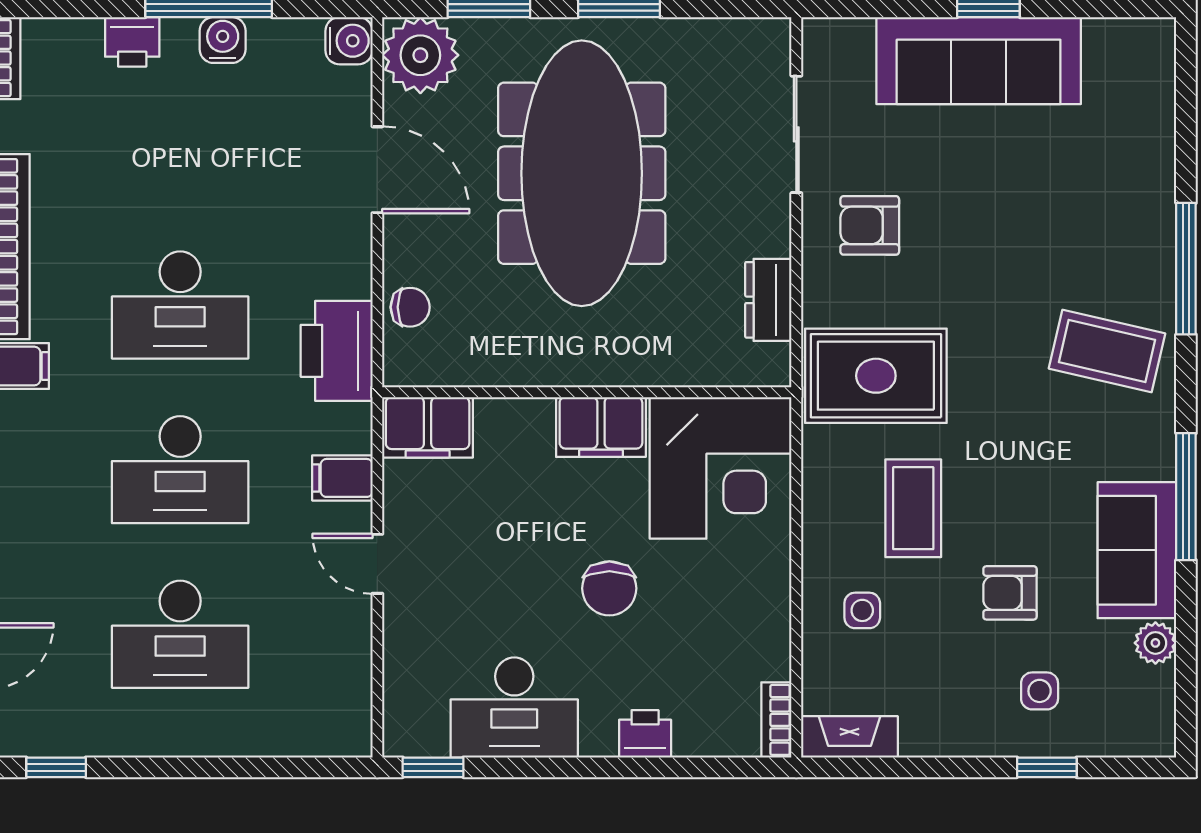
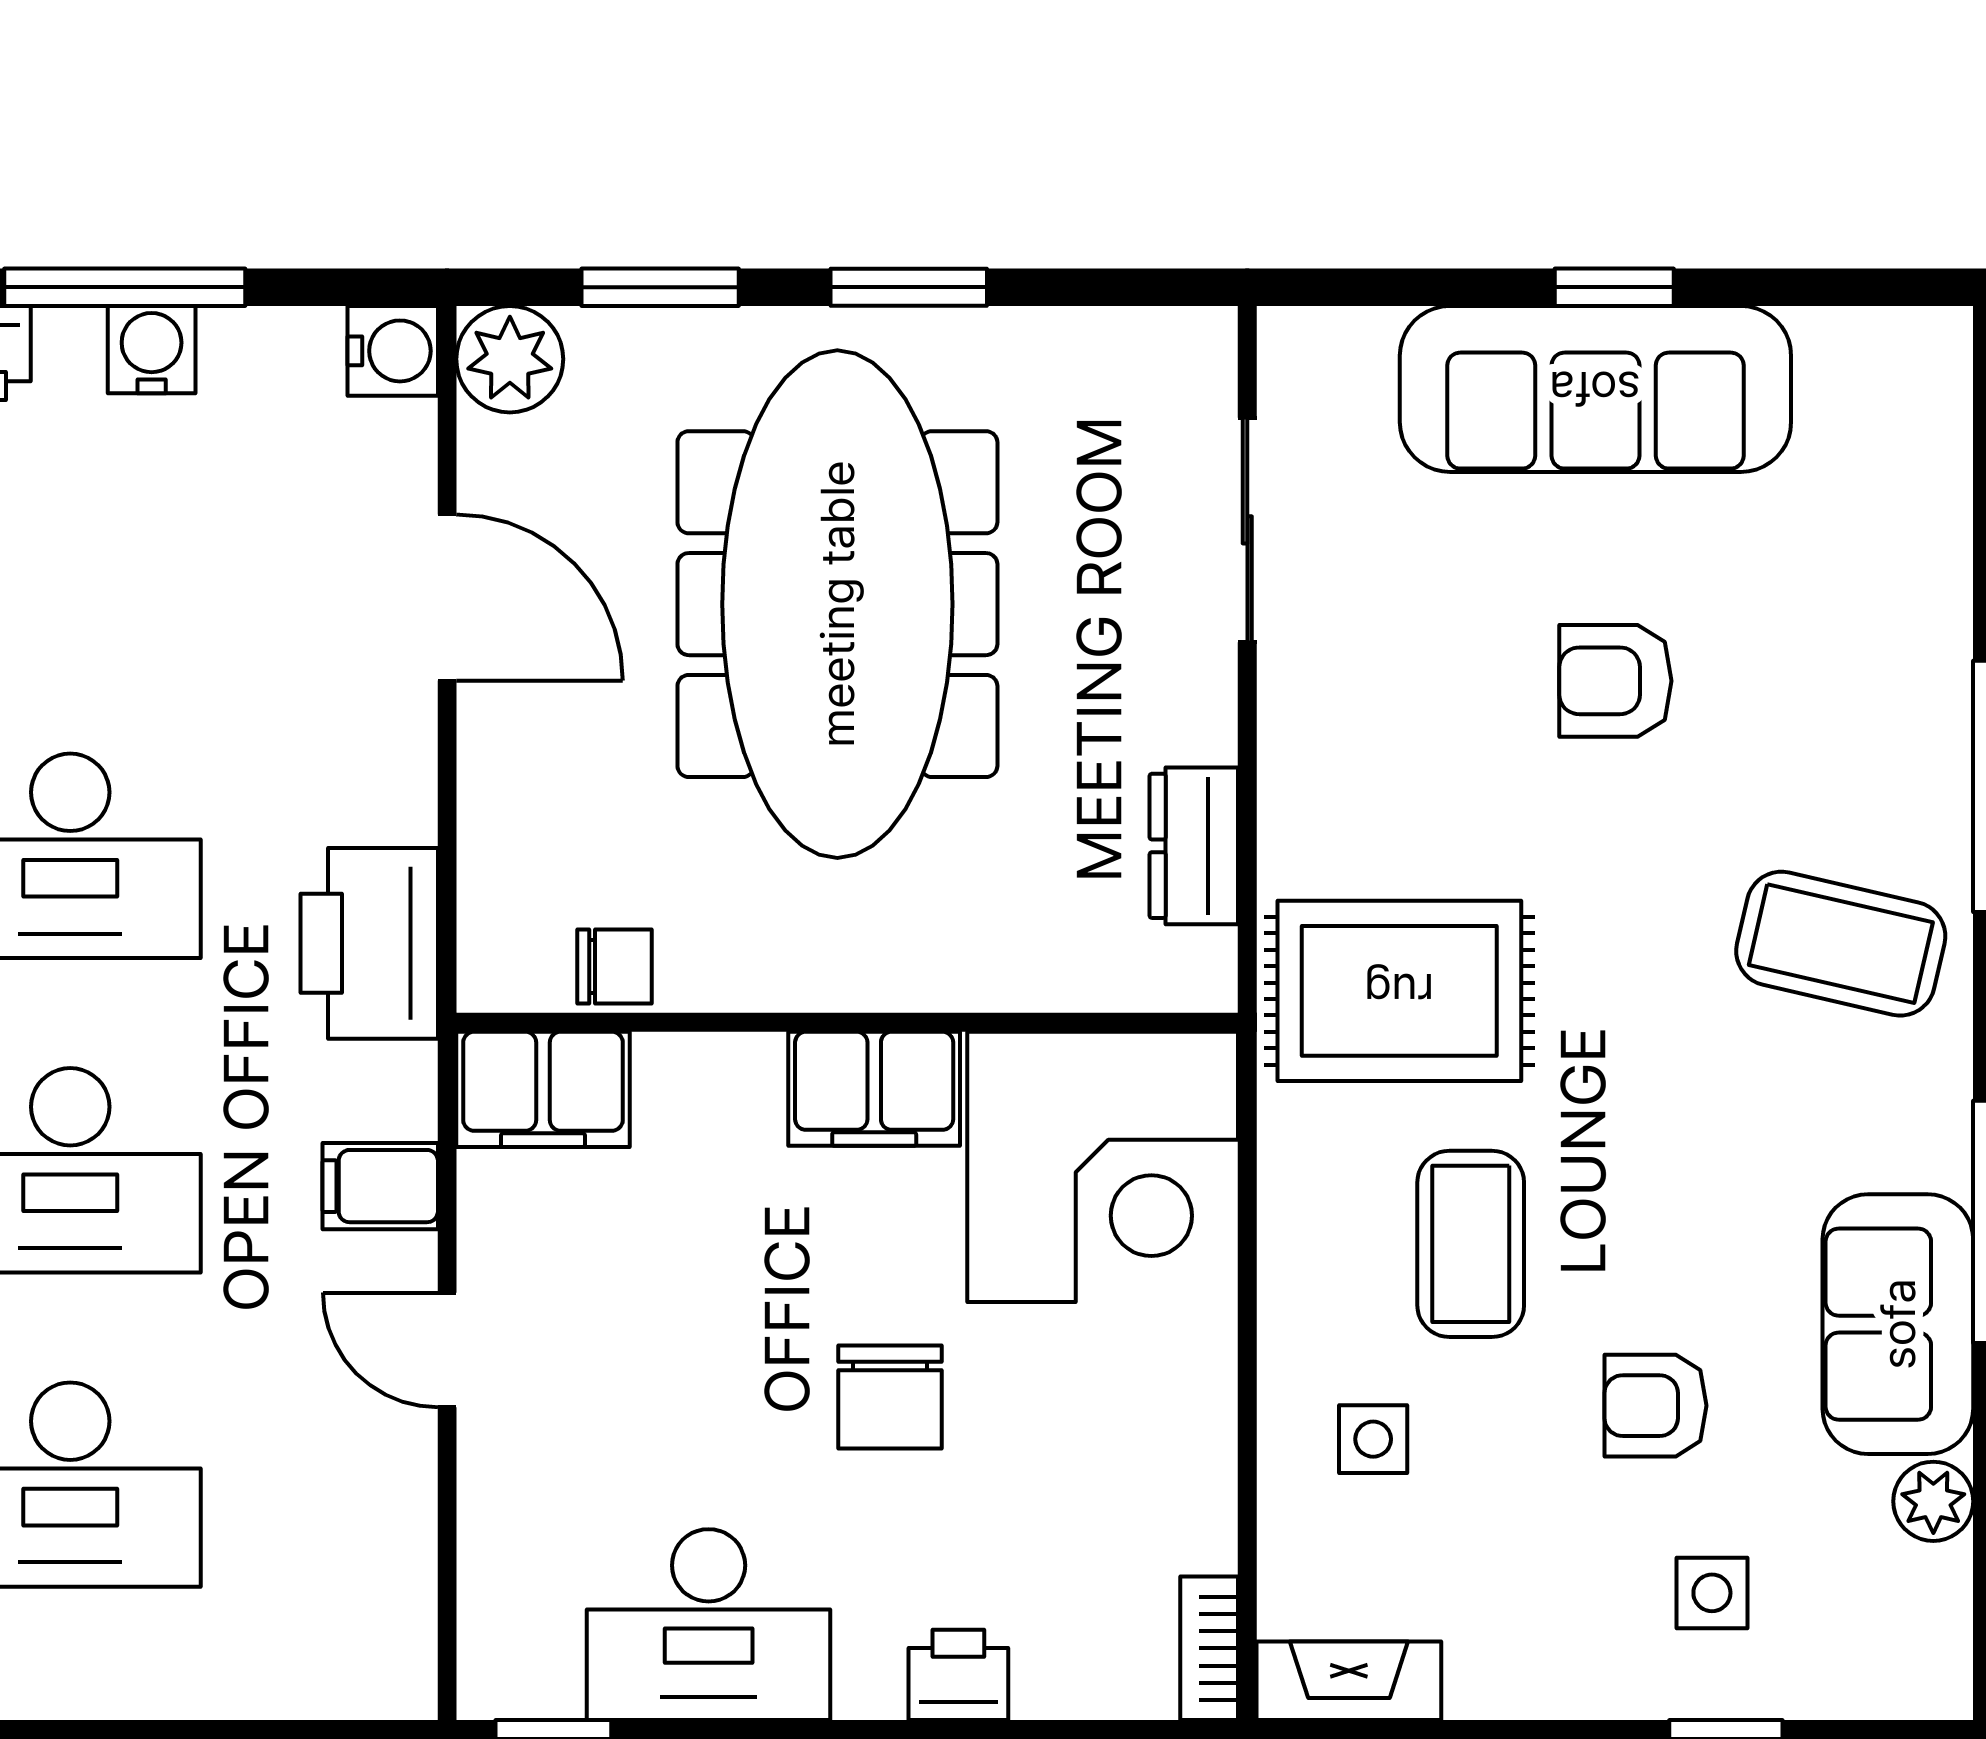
plant: (420, 55) -> (510, 359), width x0.73, depth x0.73
armchair: (870, 225) -> (1615, 681), moved
chair: (410, 307) -> (614, 967), moved

